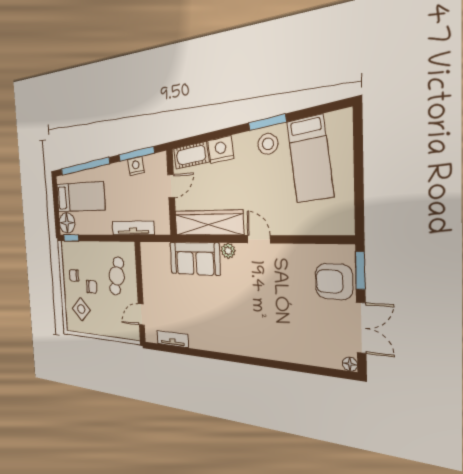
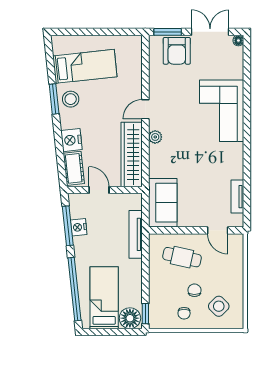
sofa: (195, 259) -> (163, 203), moved
corner sofa: (260, 332) -> (222, 111), added

